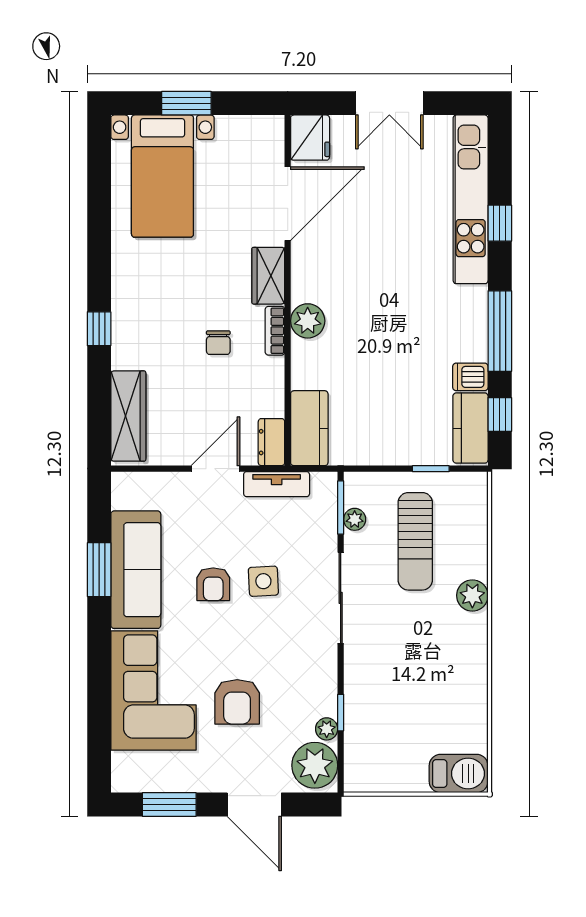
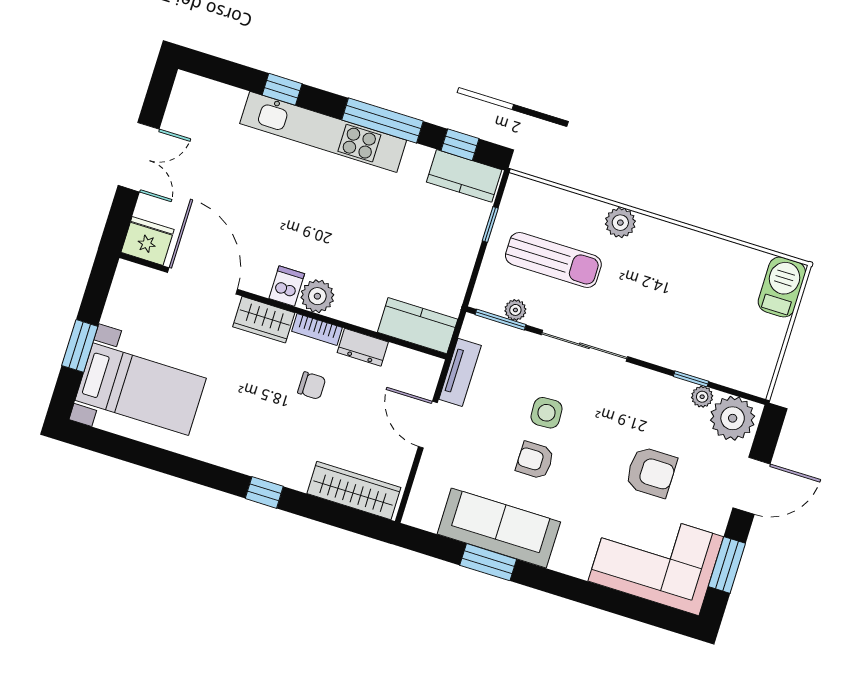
kitchen unit: (471, 199) -> (323, 132), moved
dishwasher: (470, 377) -> (287, 286), moved, turned 180
dresser: (271, 442) -> (363, 347), moved
armchair: (213, 584) -> (535, 460), turned 180
corner sofa: (153, 690) -> (656, 559), moved

